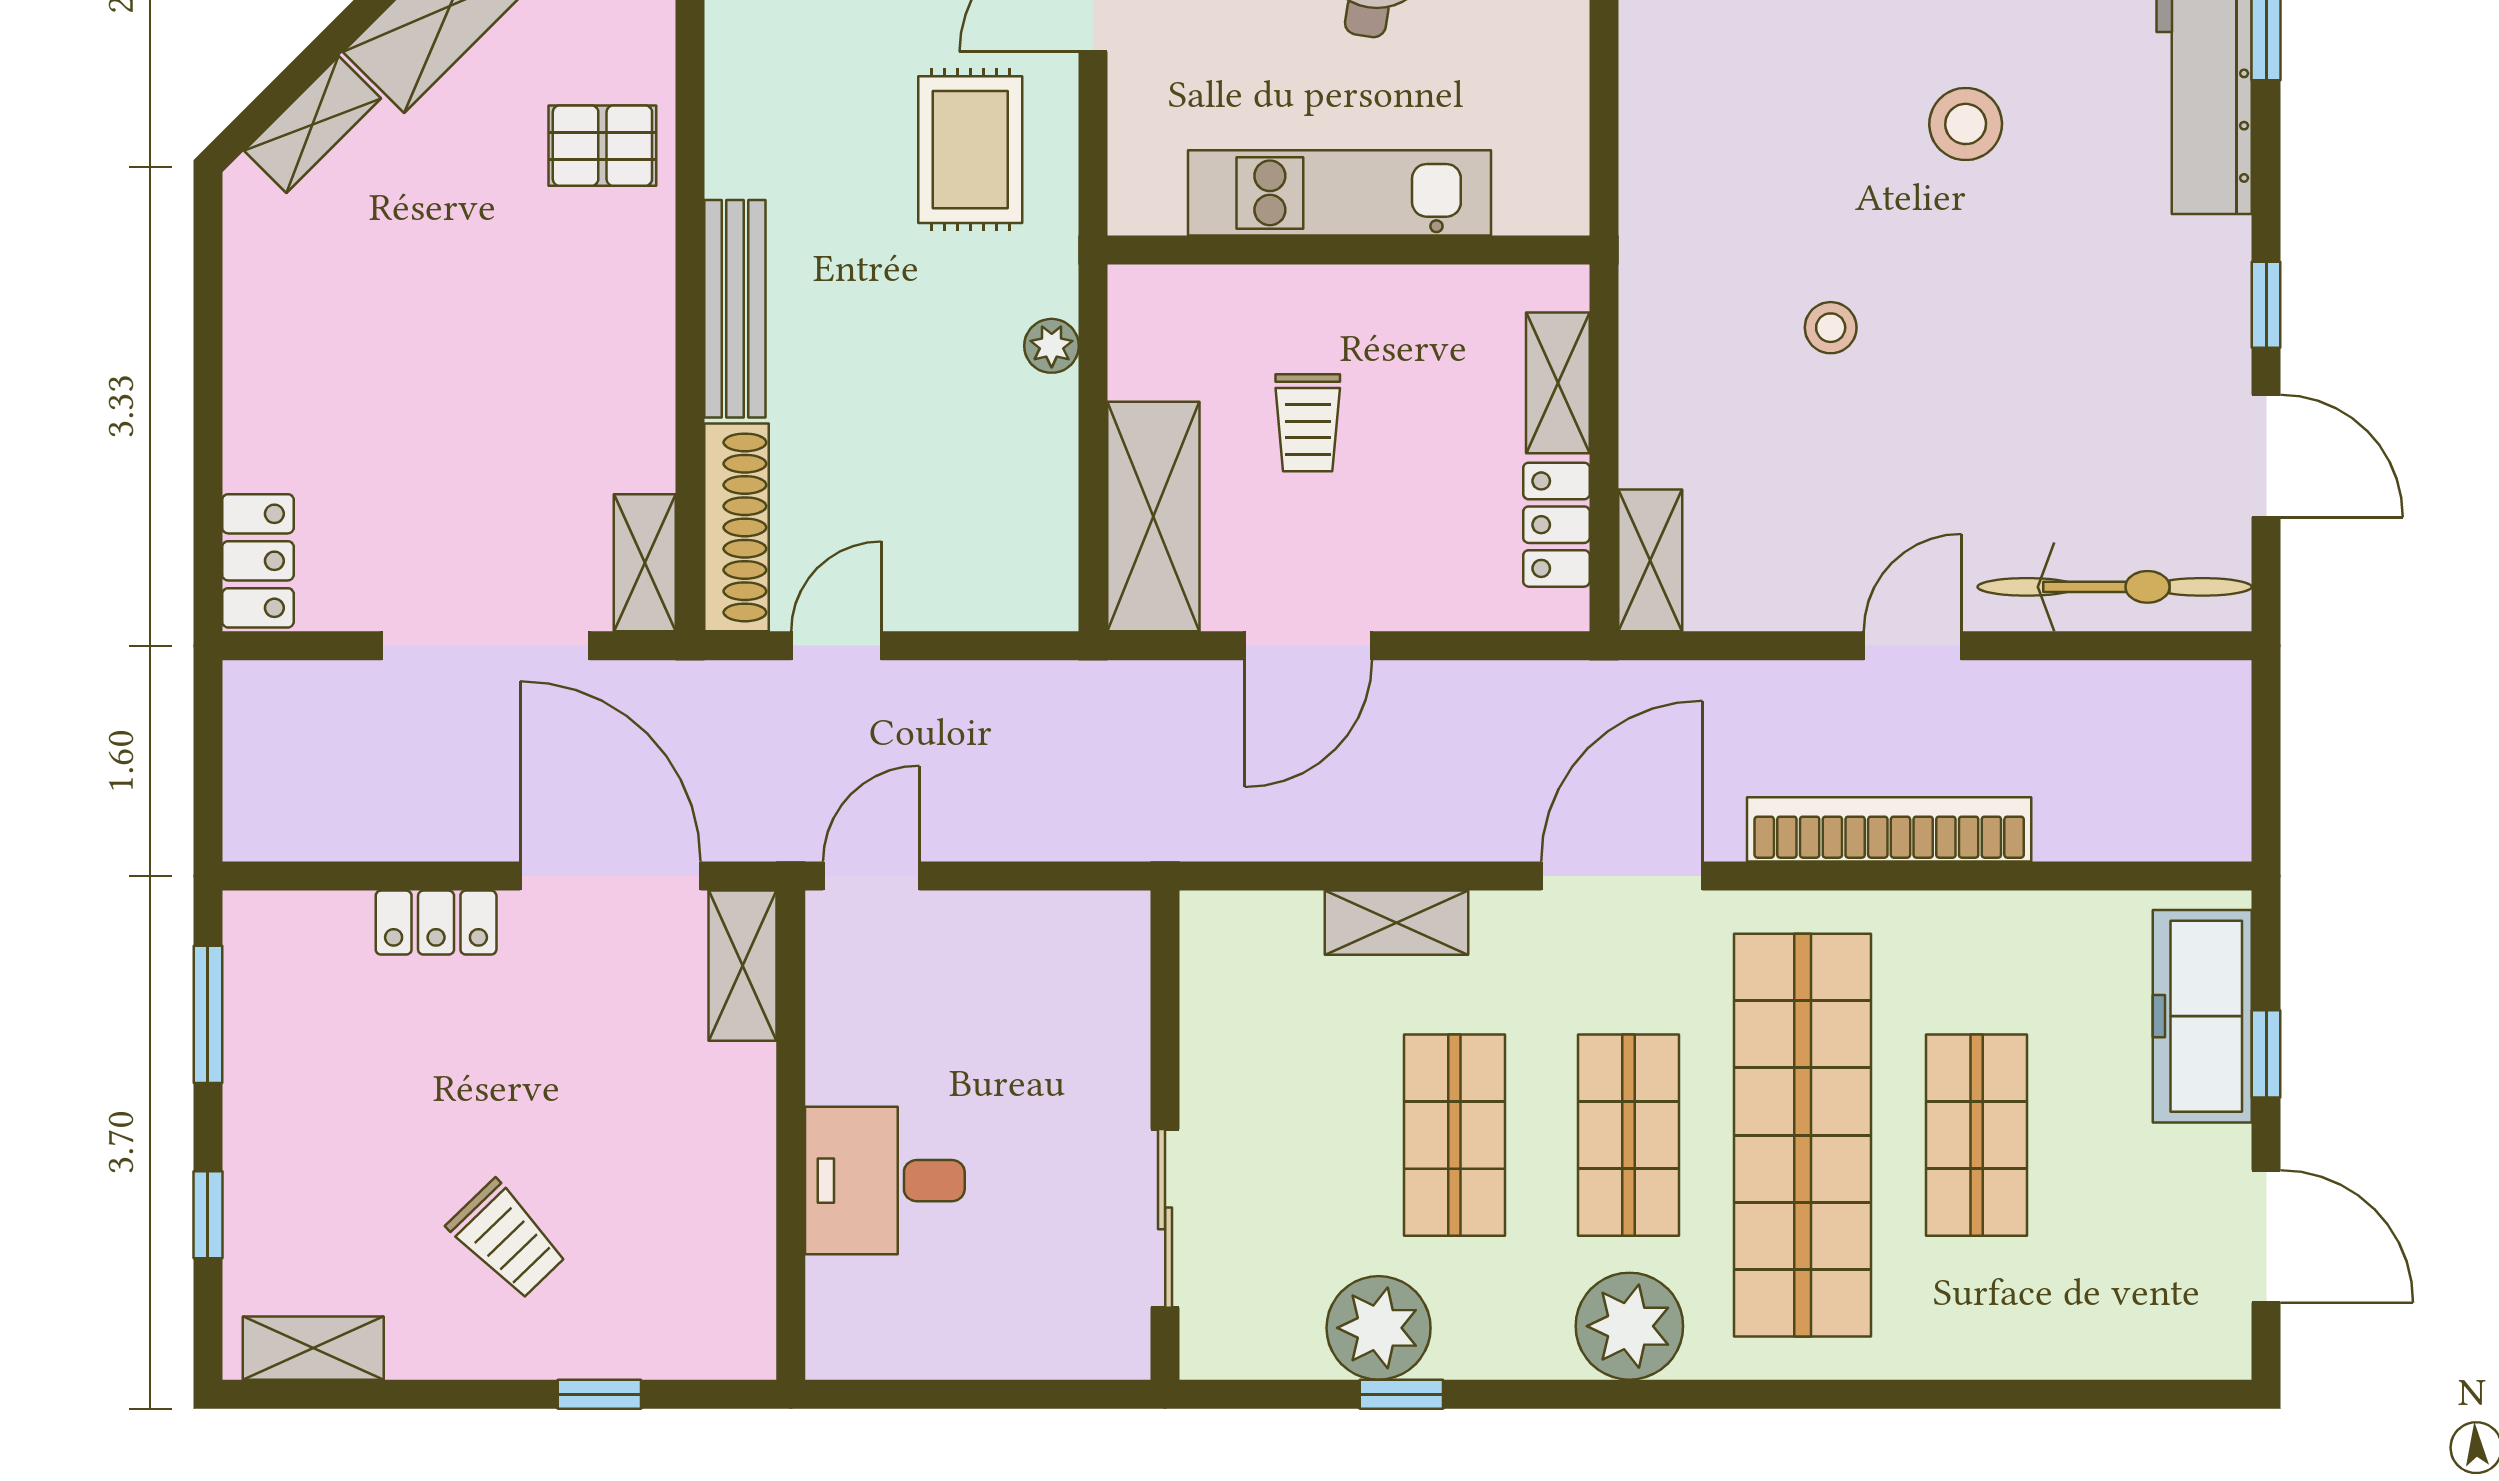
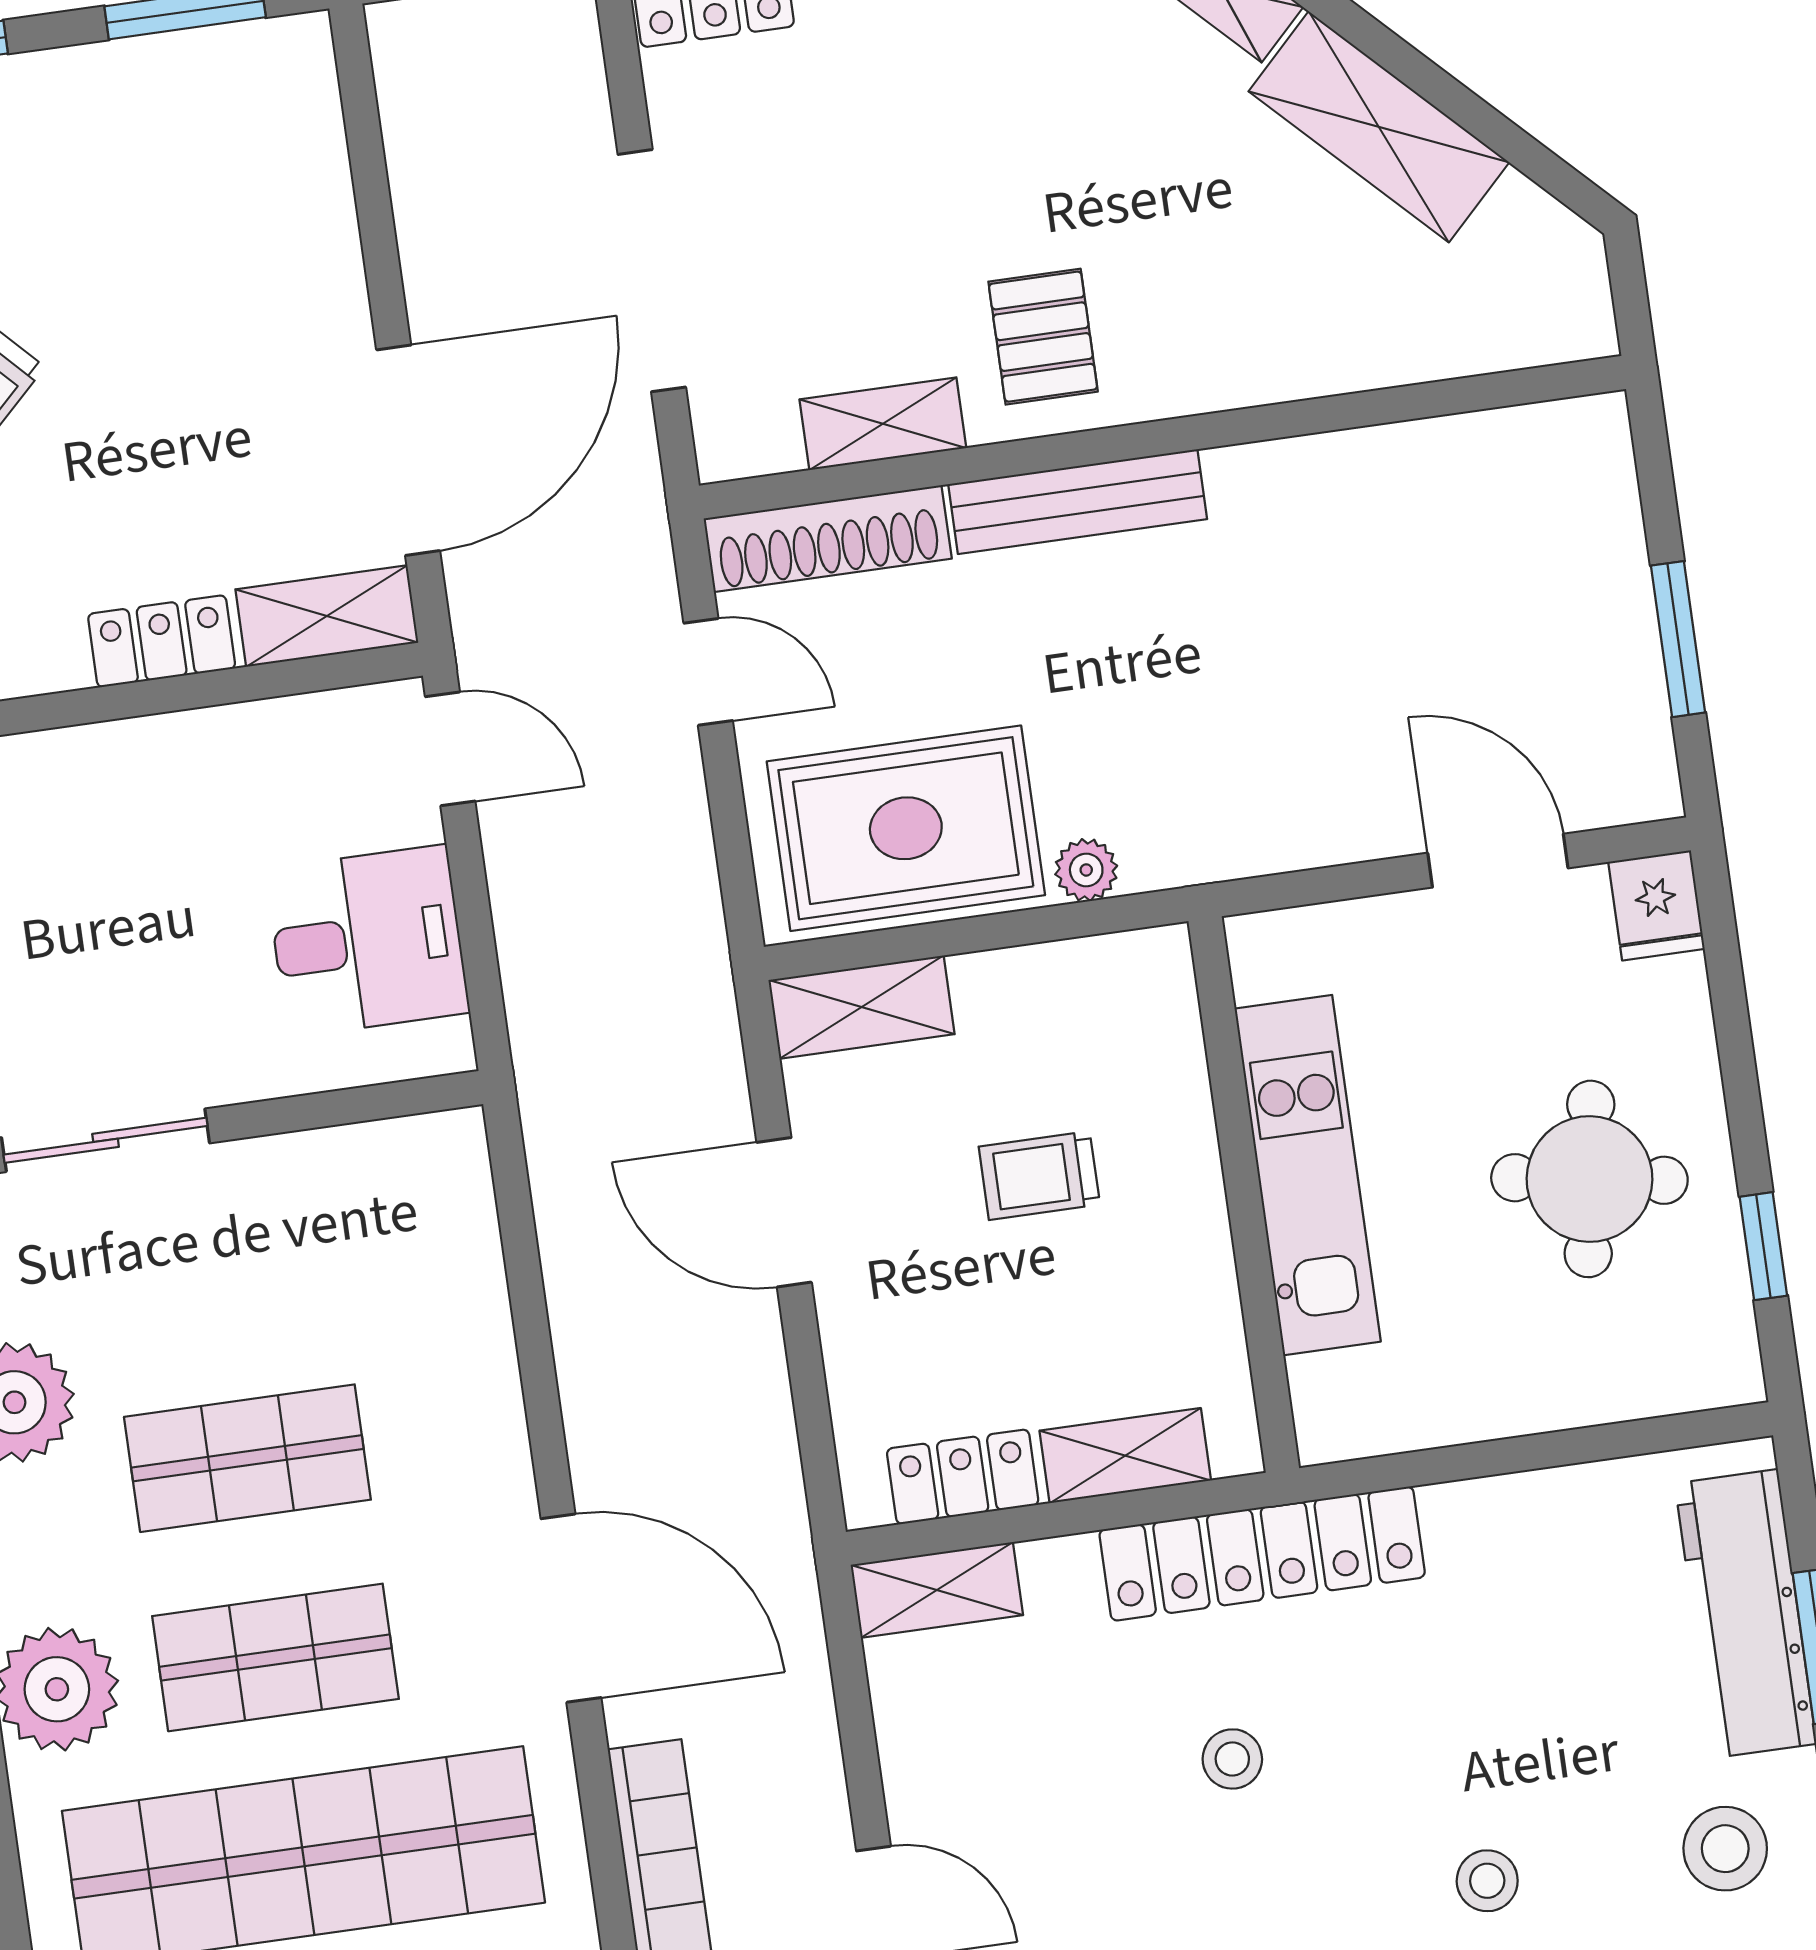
stool: (1966, 124) -> (1487, 1881), width x0.73, depth x0.73
pallet: (602, 146) -> (1043, 337), moved
rug: (970, 150) -> (906, 828), moved, width x1.36, depth x1.43
locker: (1658, 277) -> (1262, 1554), added
shelving: (1153, 517) -> (861, 1007), width x0.67, depth x0.75
shelving: (645, 563) -> (883, 424), moved
locker: (436, 923) -> (162, 641), moved, turned 90
shelving: (1397, 923) -> (481, 1358), removed
desk: (885, 1181) -> (367, 941), moved, turned 90

